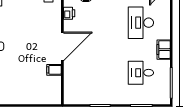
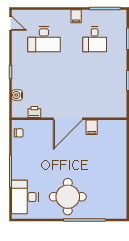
door: (62, 46) -> (68, 119), swing flipped
filing cabinet: (164, 50) -> (76, 16), width x0.50

